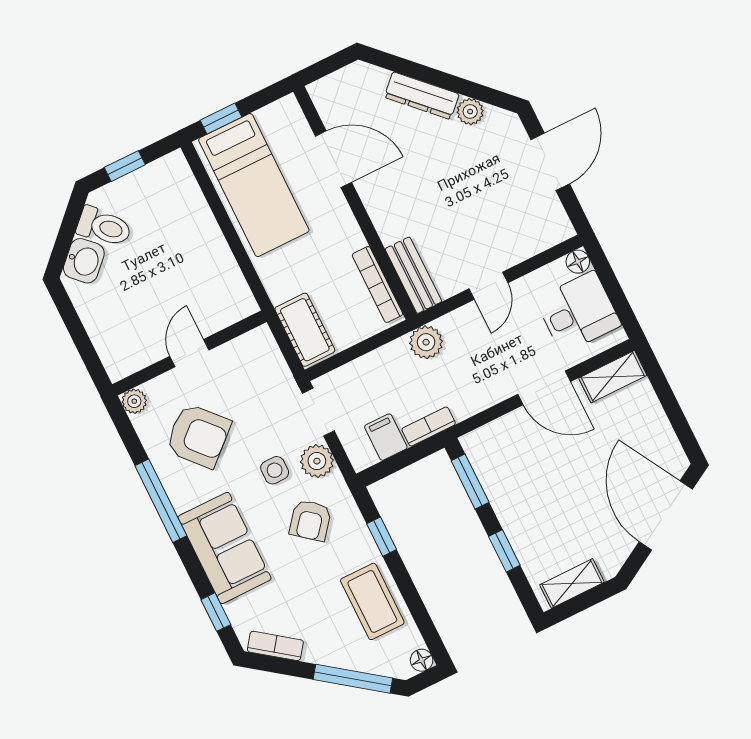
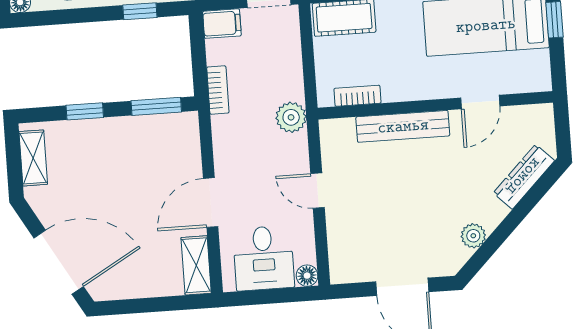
dresser: (422, 96) -> (524, 177), moved
door: (334, 159) -> (480, 102), width x0.73
bench: (413, 275) -> (403, 126), moved, width x1.36
bookcase: (377, 285) -> (357, 96), width x0.64
filing cabinet: (386, 437) -> (222, 24), moved

